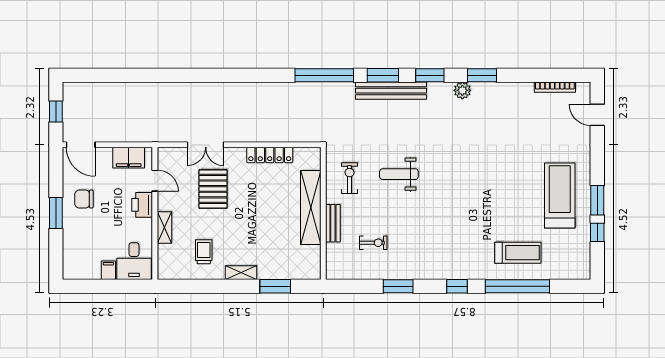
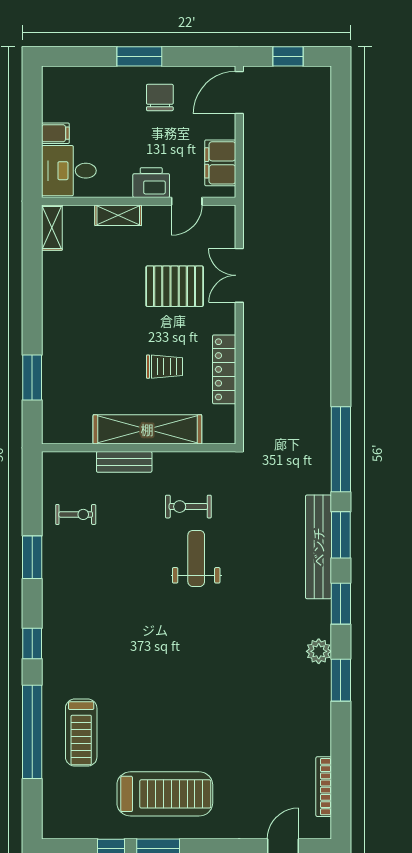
exercise bike: (349, 178) -> (188, 507), moved, turned 180
exercise bike: (373, 243) -> (76, 514), moved, turned -90
trolley: (204, 252) -> (164, 367), moved
shelving: (241, 273) -> (52, 228), moved

